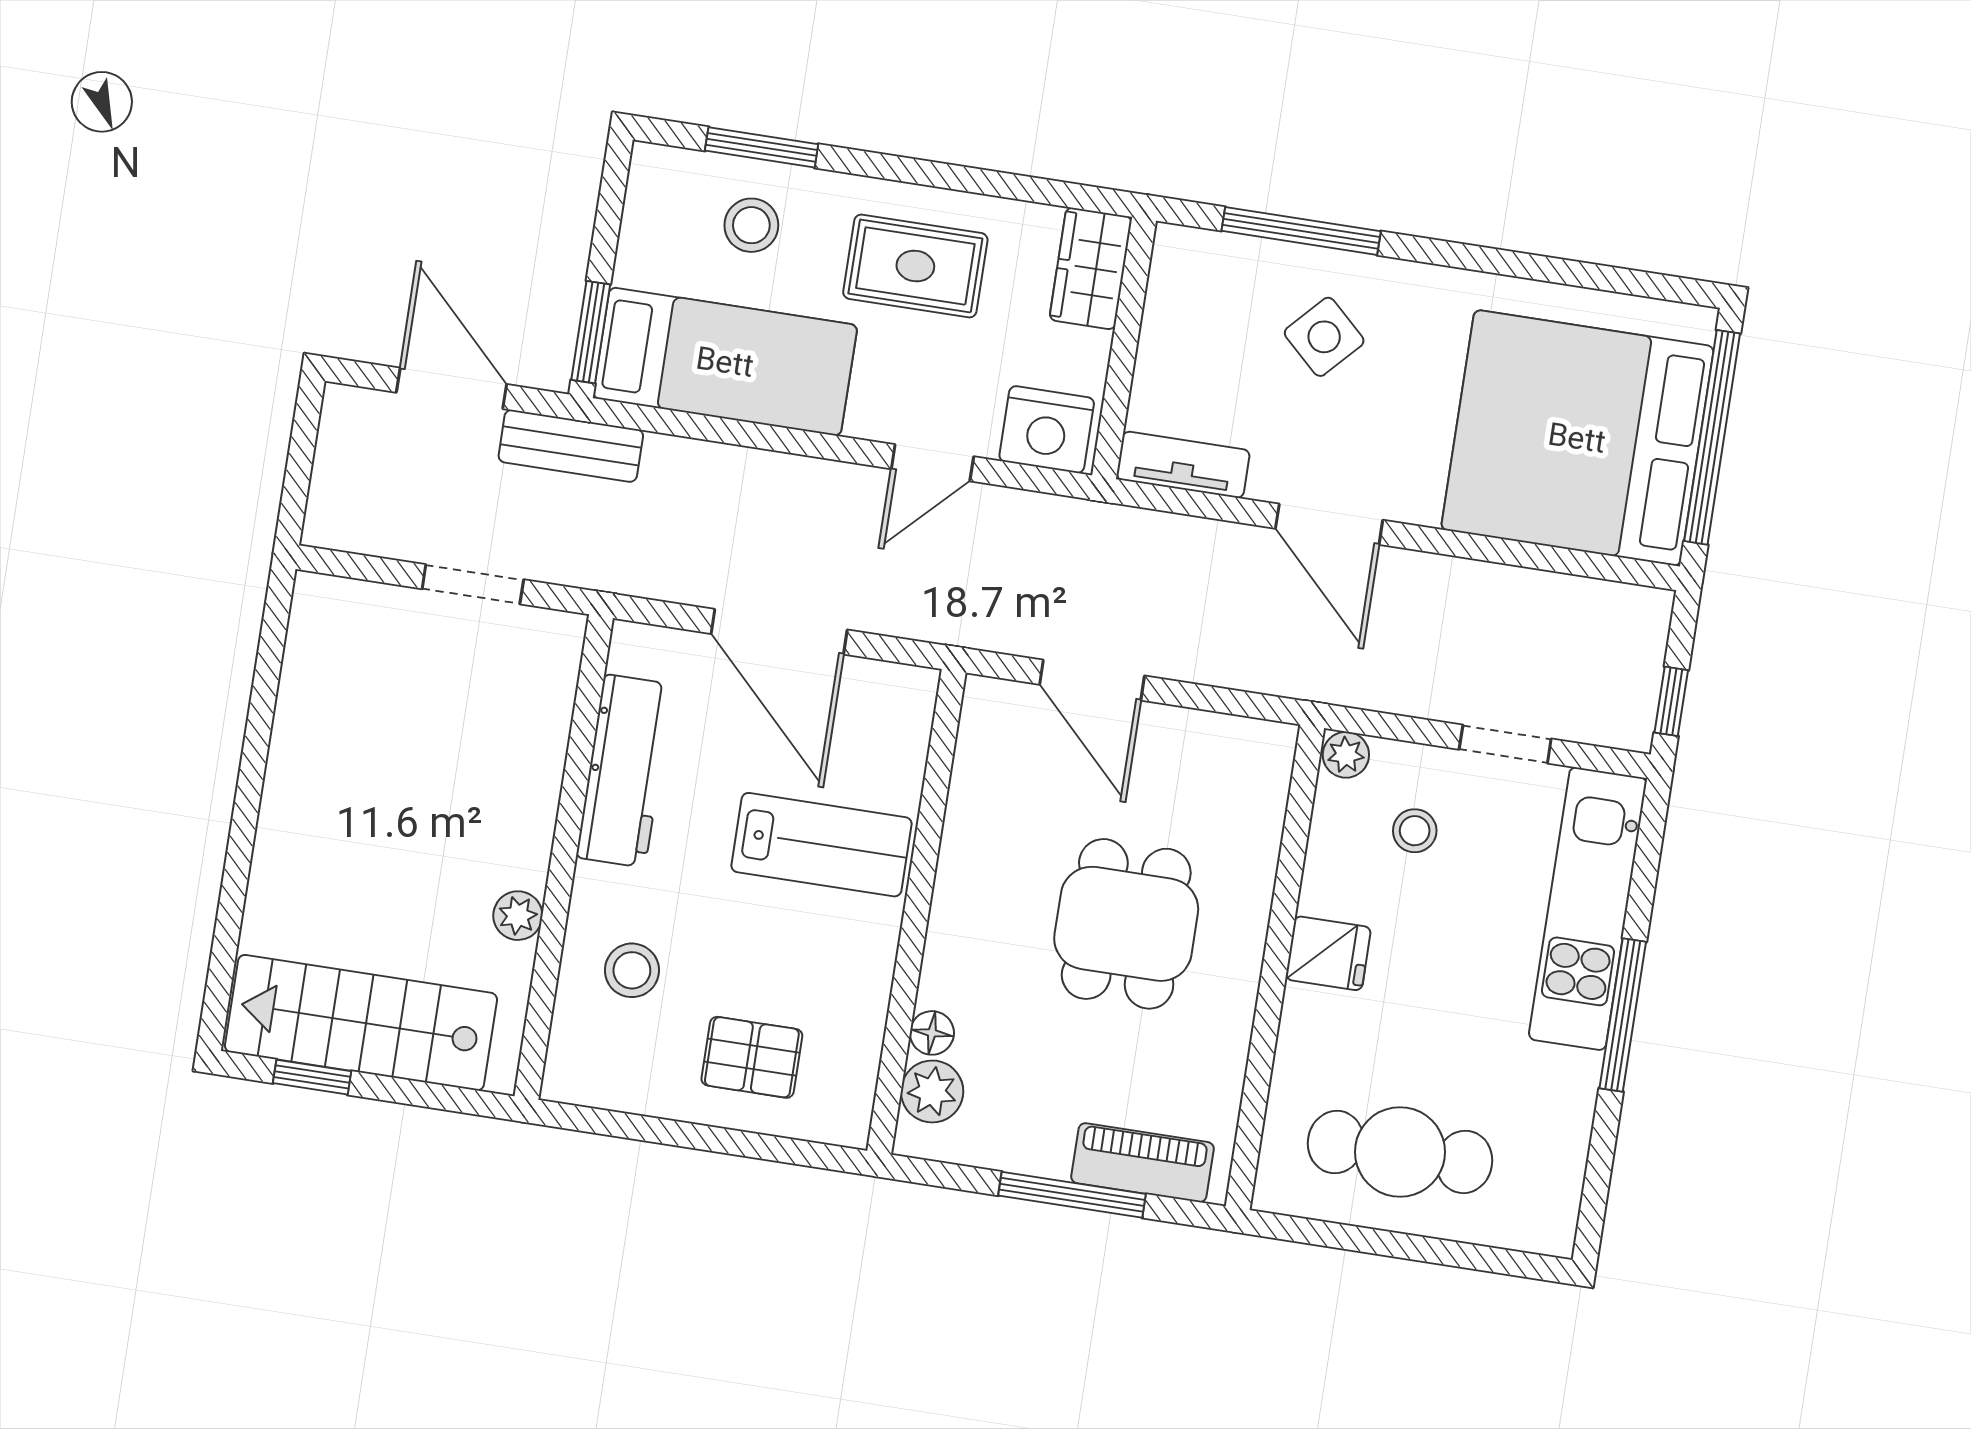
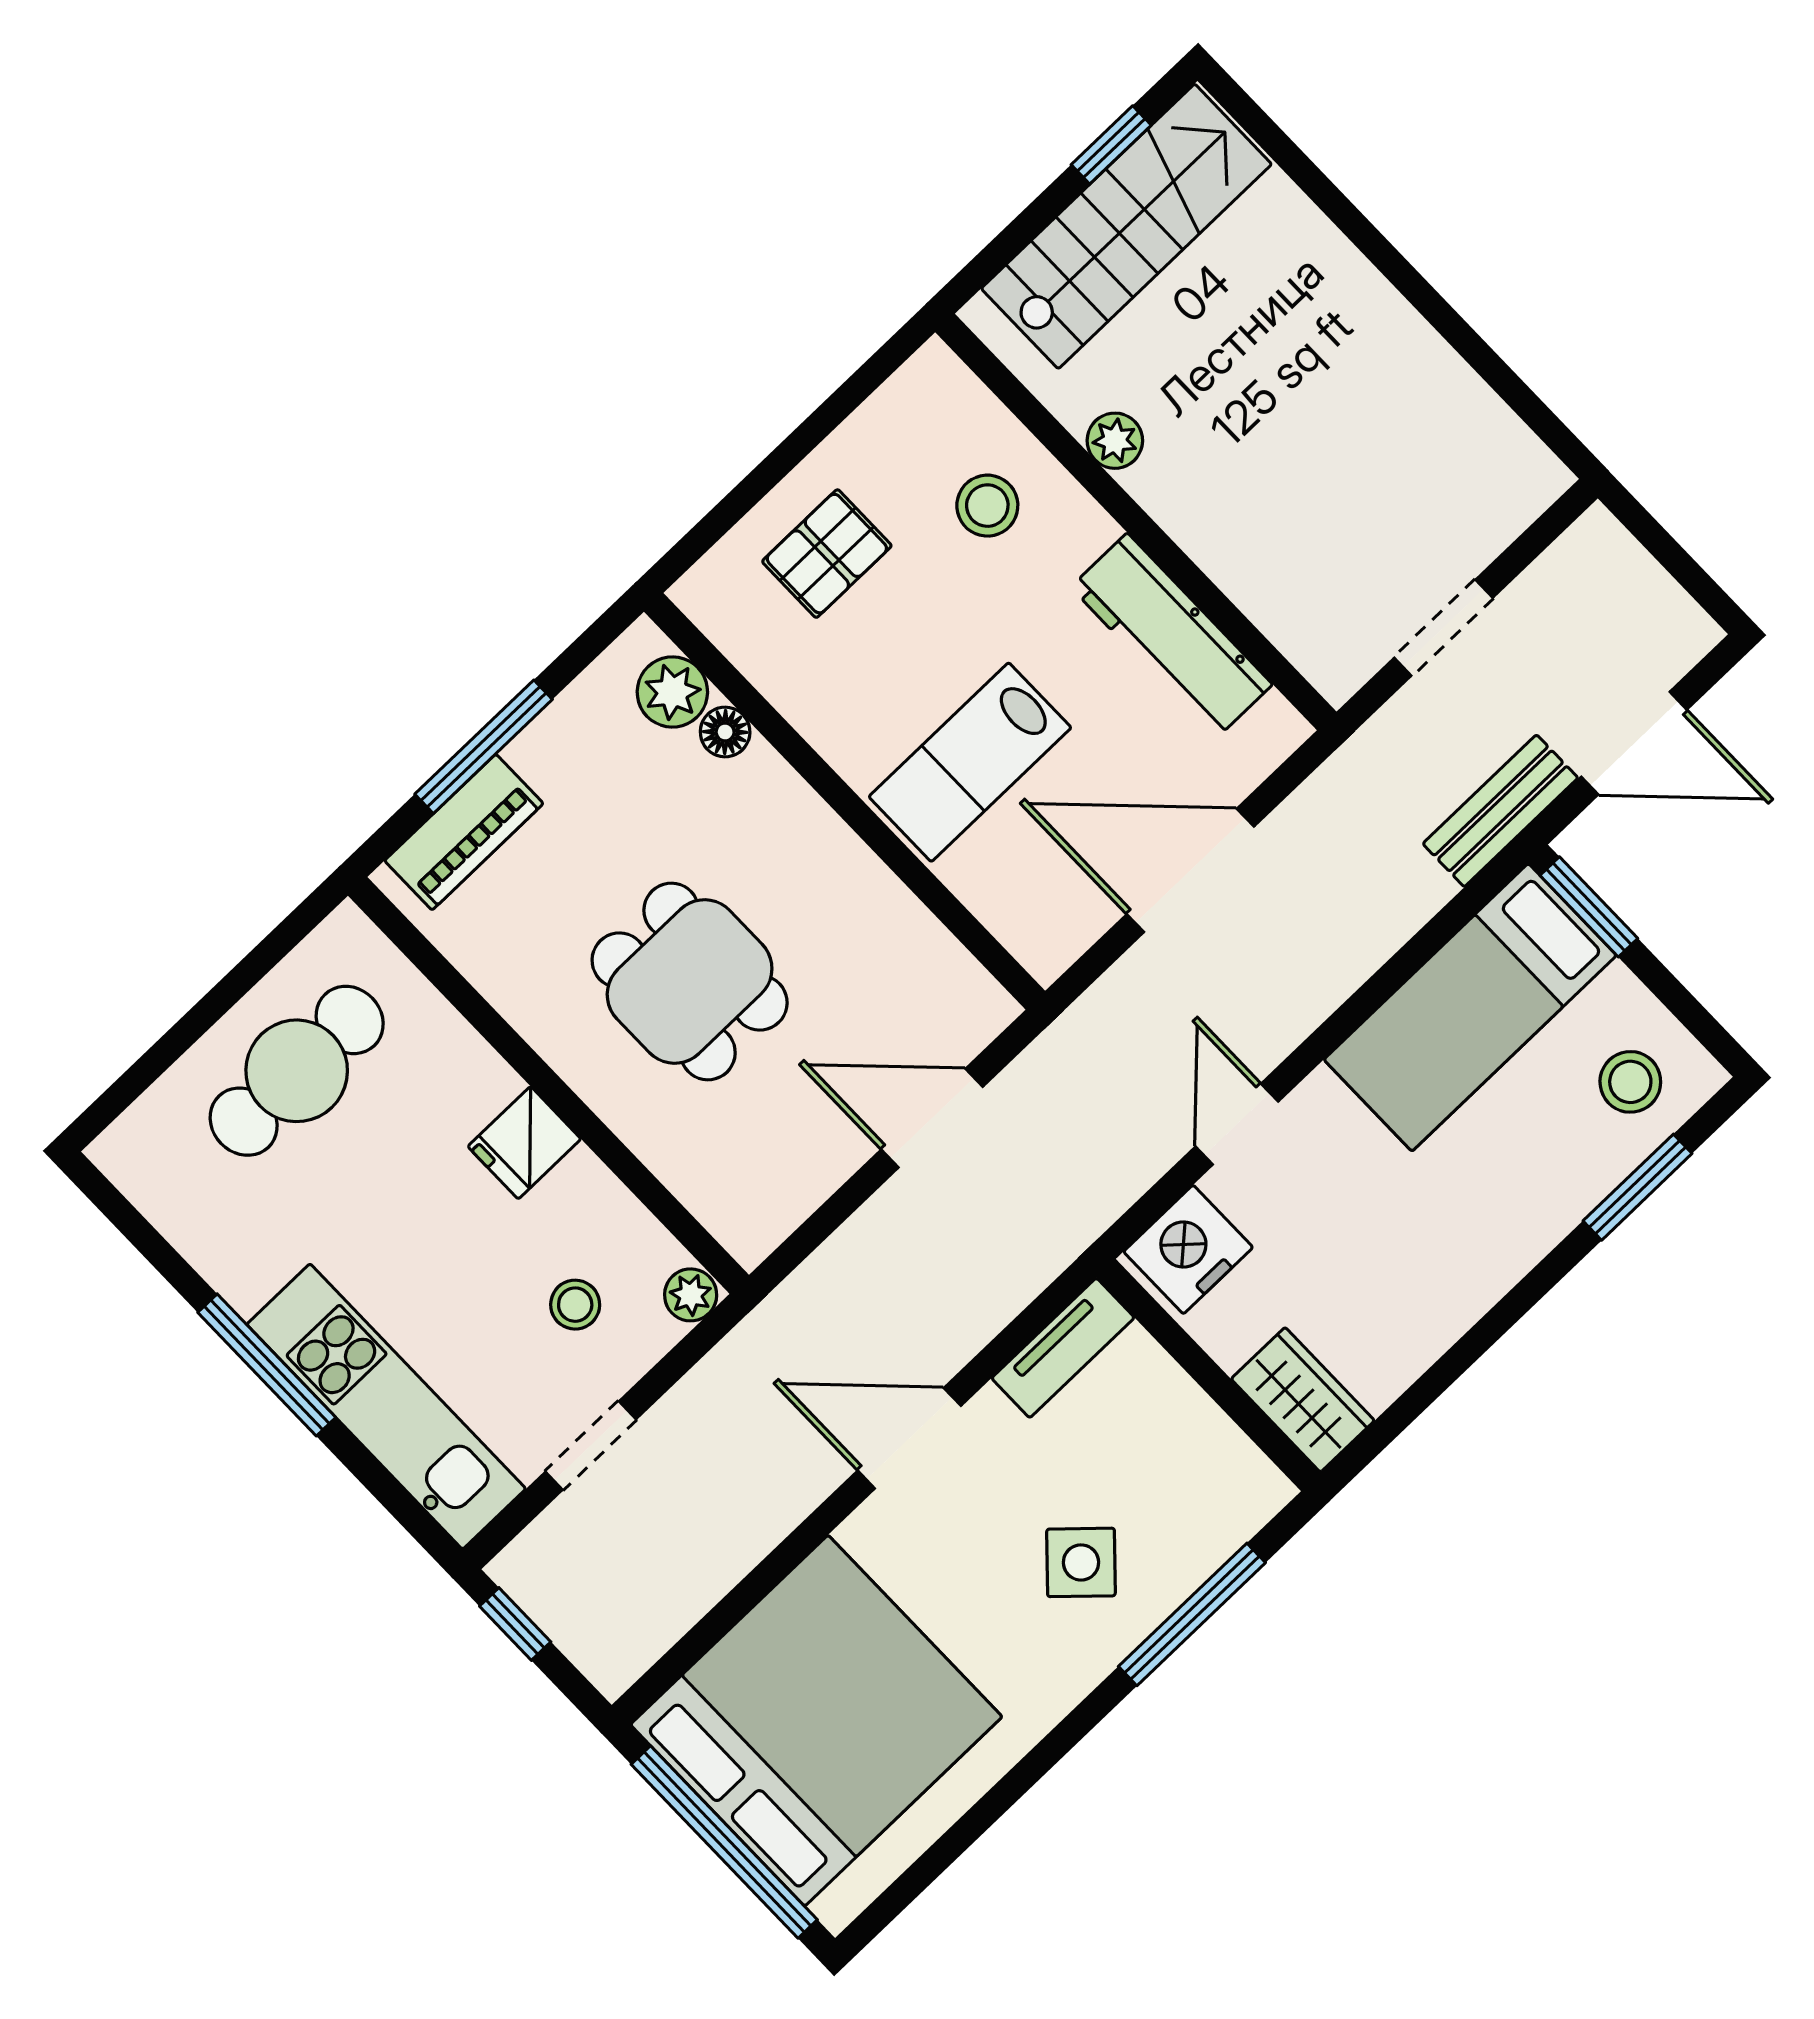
stool: (751, 225) -> (1630, 1082), moved
rug: (915, 266) -> (1425, 1244), removed

